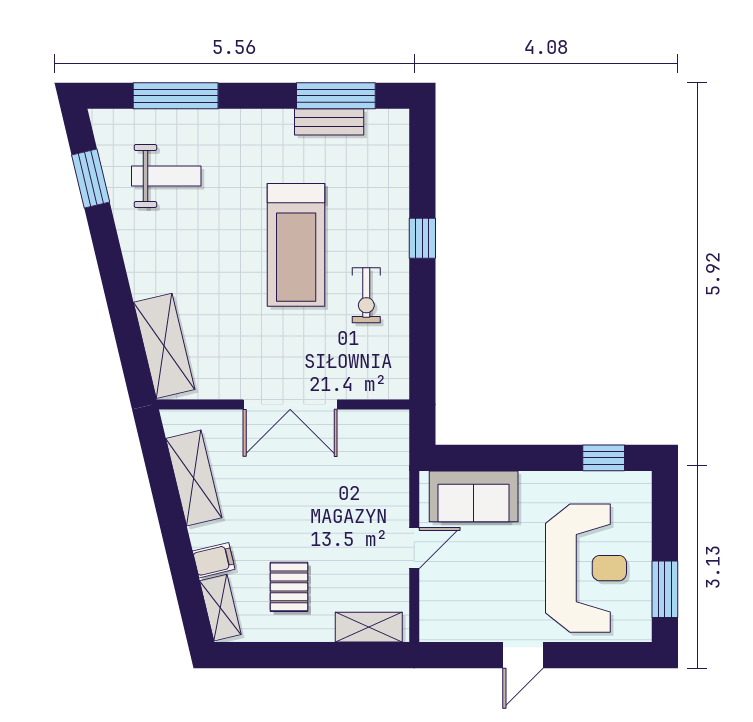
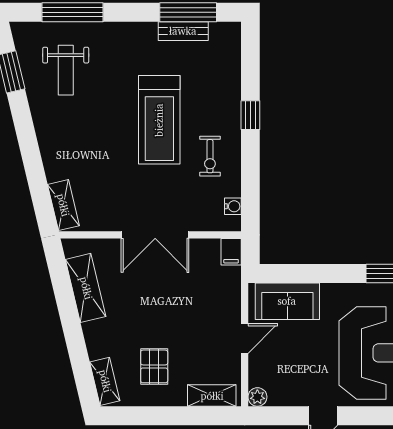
weight bench: (166, 176) -> (66, 70), turned 90
shelving: (164, 346) -> (63, 205), width x0.67, depth x0.75
water cooler: (398, 365) -> (233, 206), added
filing cabinet: (214, 560) -> (231, 252), moved, turned 103
plant: (432, 629) -> (257, 397), added

